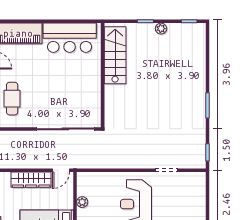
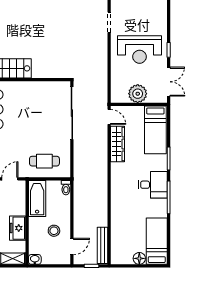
plant: (82, 202) -> (138, 94), width x1.88, depth x1.88

